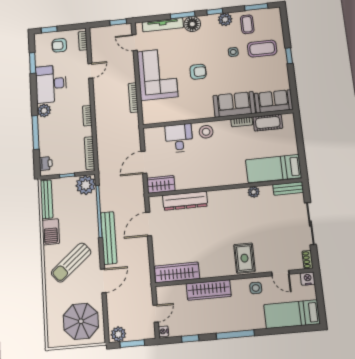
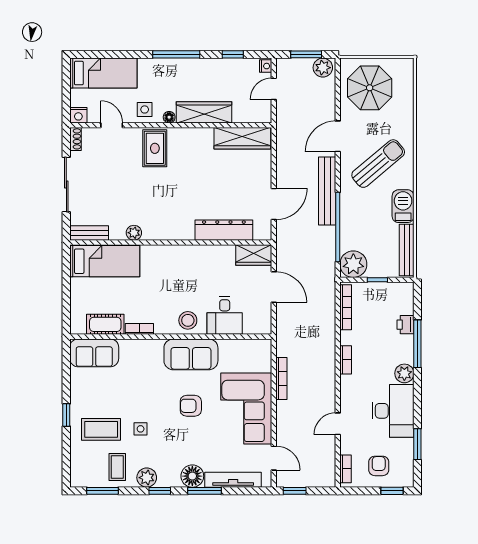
armchair: (59, 45) -> (379, 466), turned -90
sofa: (234, 104) -> (191, 354), moved
door: (144, 162) -> (274, 287), hinge flipped
printer: (46, 164) -> (405, 325), moved
floor lamp: (236, 284) -> (169, 117), added

